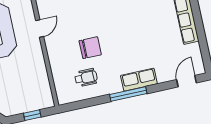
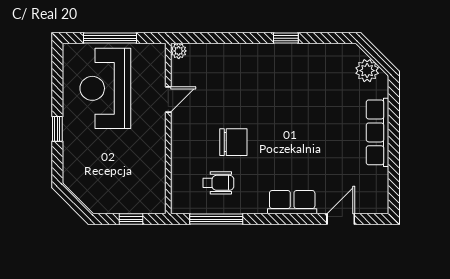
door: (187, 81) -> (341, 219), moved
window: (128, 94) -> (216, 219), moved

